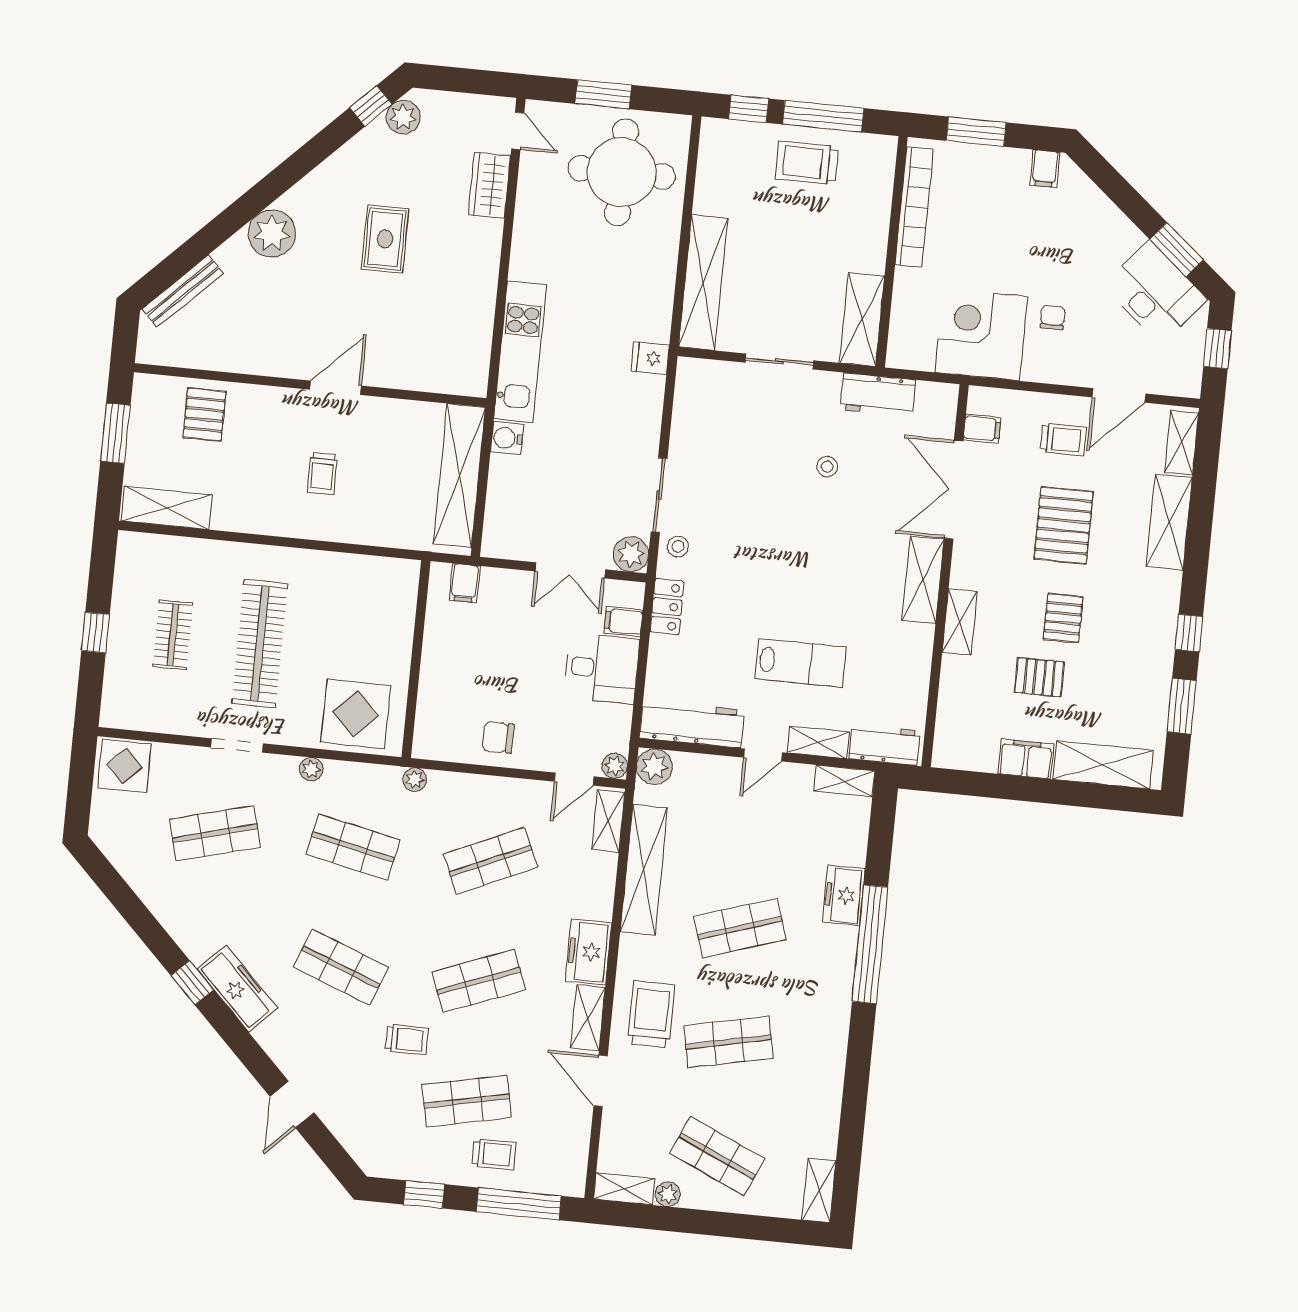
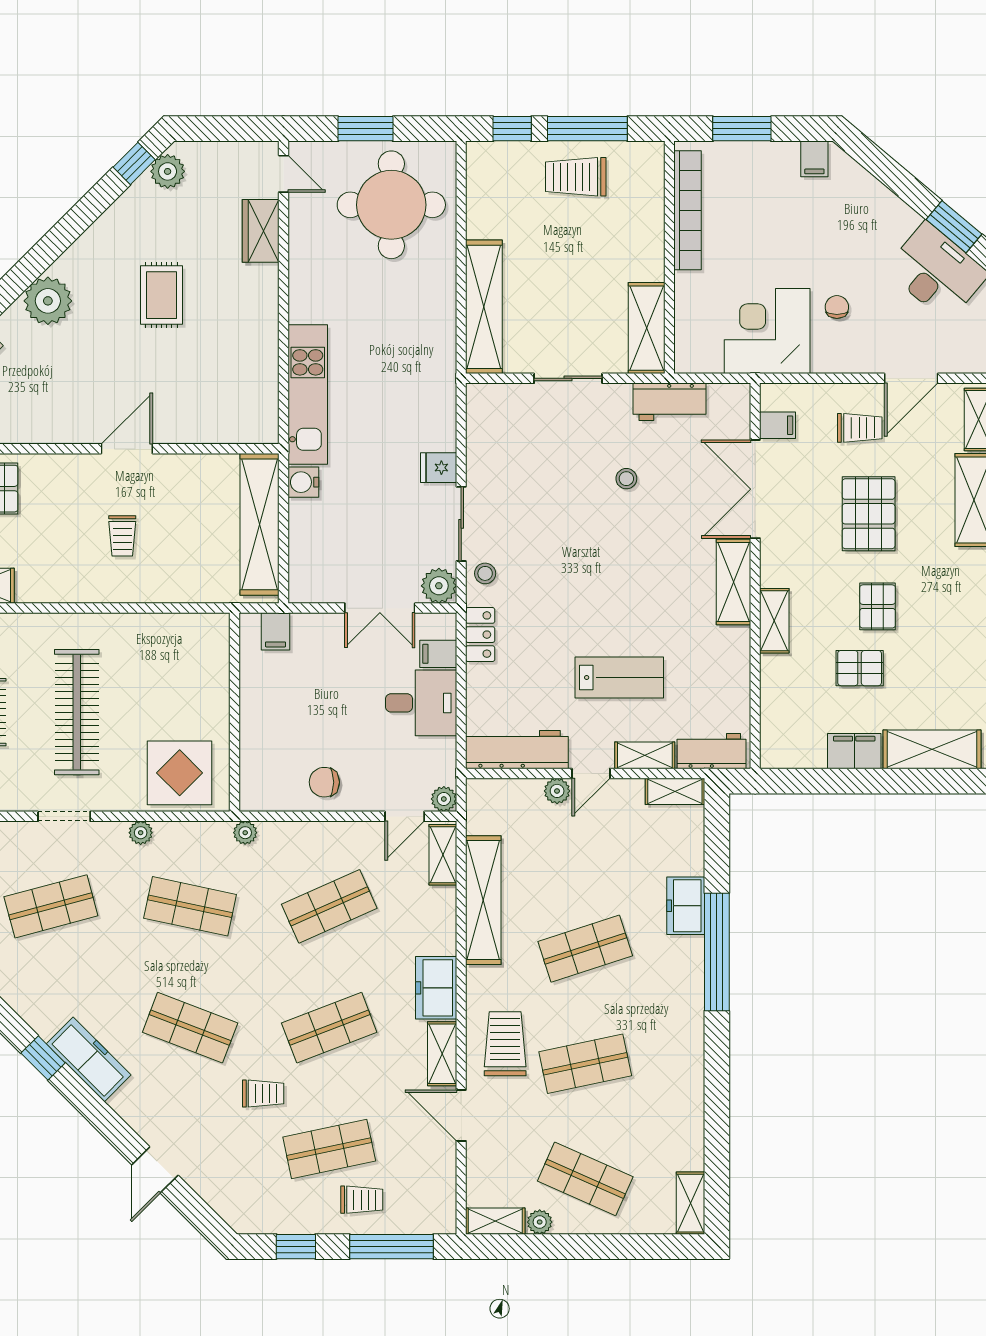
fridge: (650, 358) -> (439, 468), moved
plant: (654, 767) -> (557, 791), moved, width x0.73, depth x0.73

